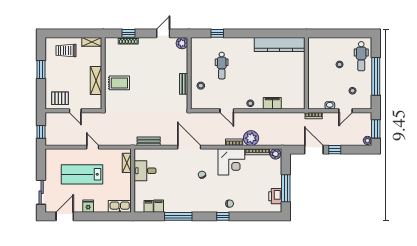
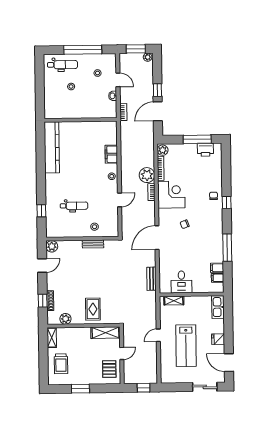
door: (163, 33) -> (42, 266), swing flipped
plant: (110, 56) -> (65, 319), added
shelving: (96, 81) -> (106, 333), moved

